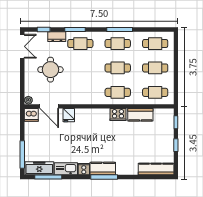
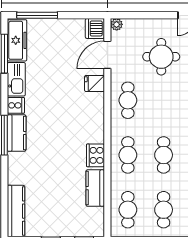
cafe table: (80, 92) -> (128, 100), added

